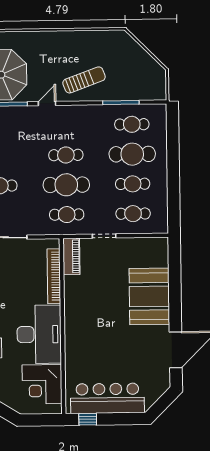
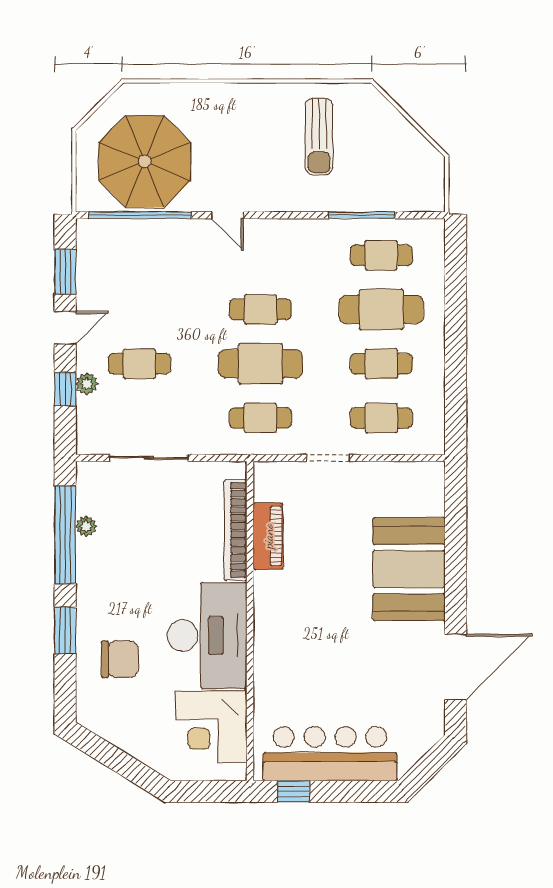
sun lounger: (84, 80) -> (319, 137), moved, turned 110
door: (47, 104) -> (227, 215), swing flipped
piano: (71, 256) -> (268, 536), moved

